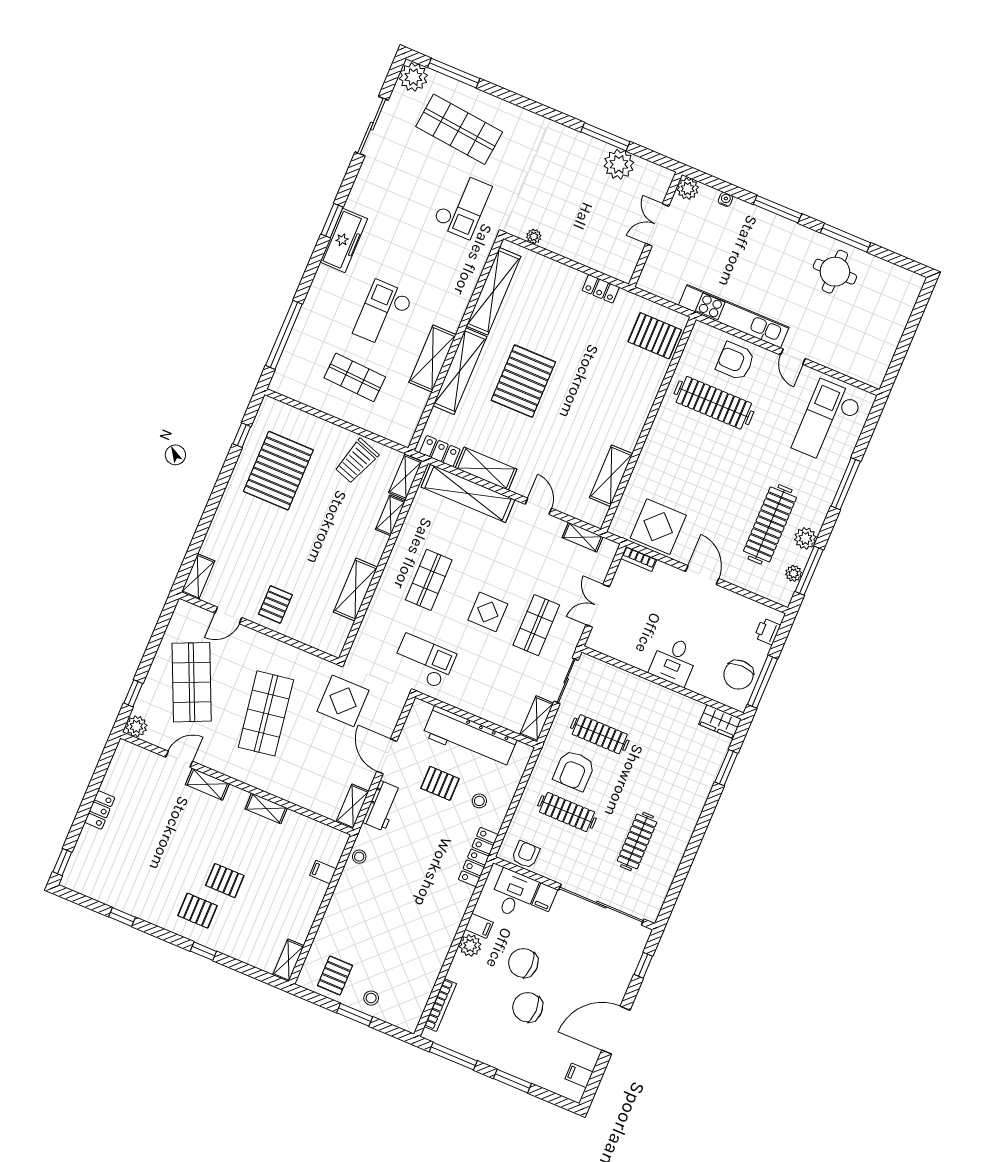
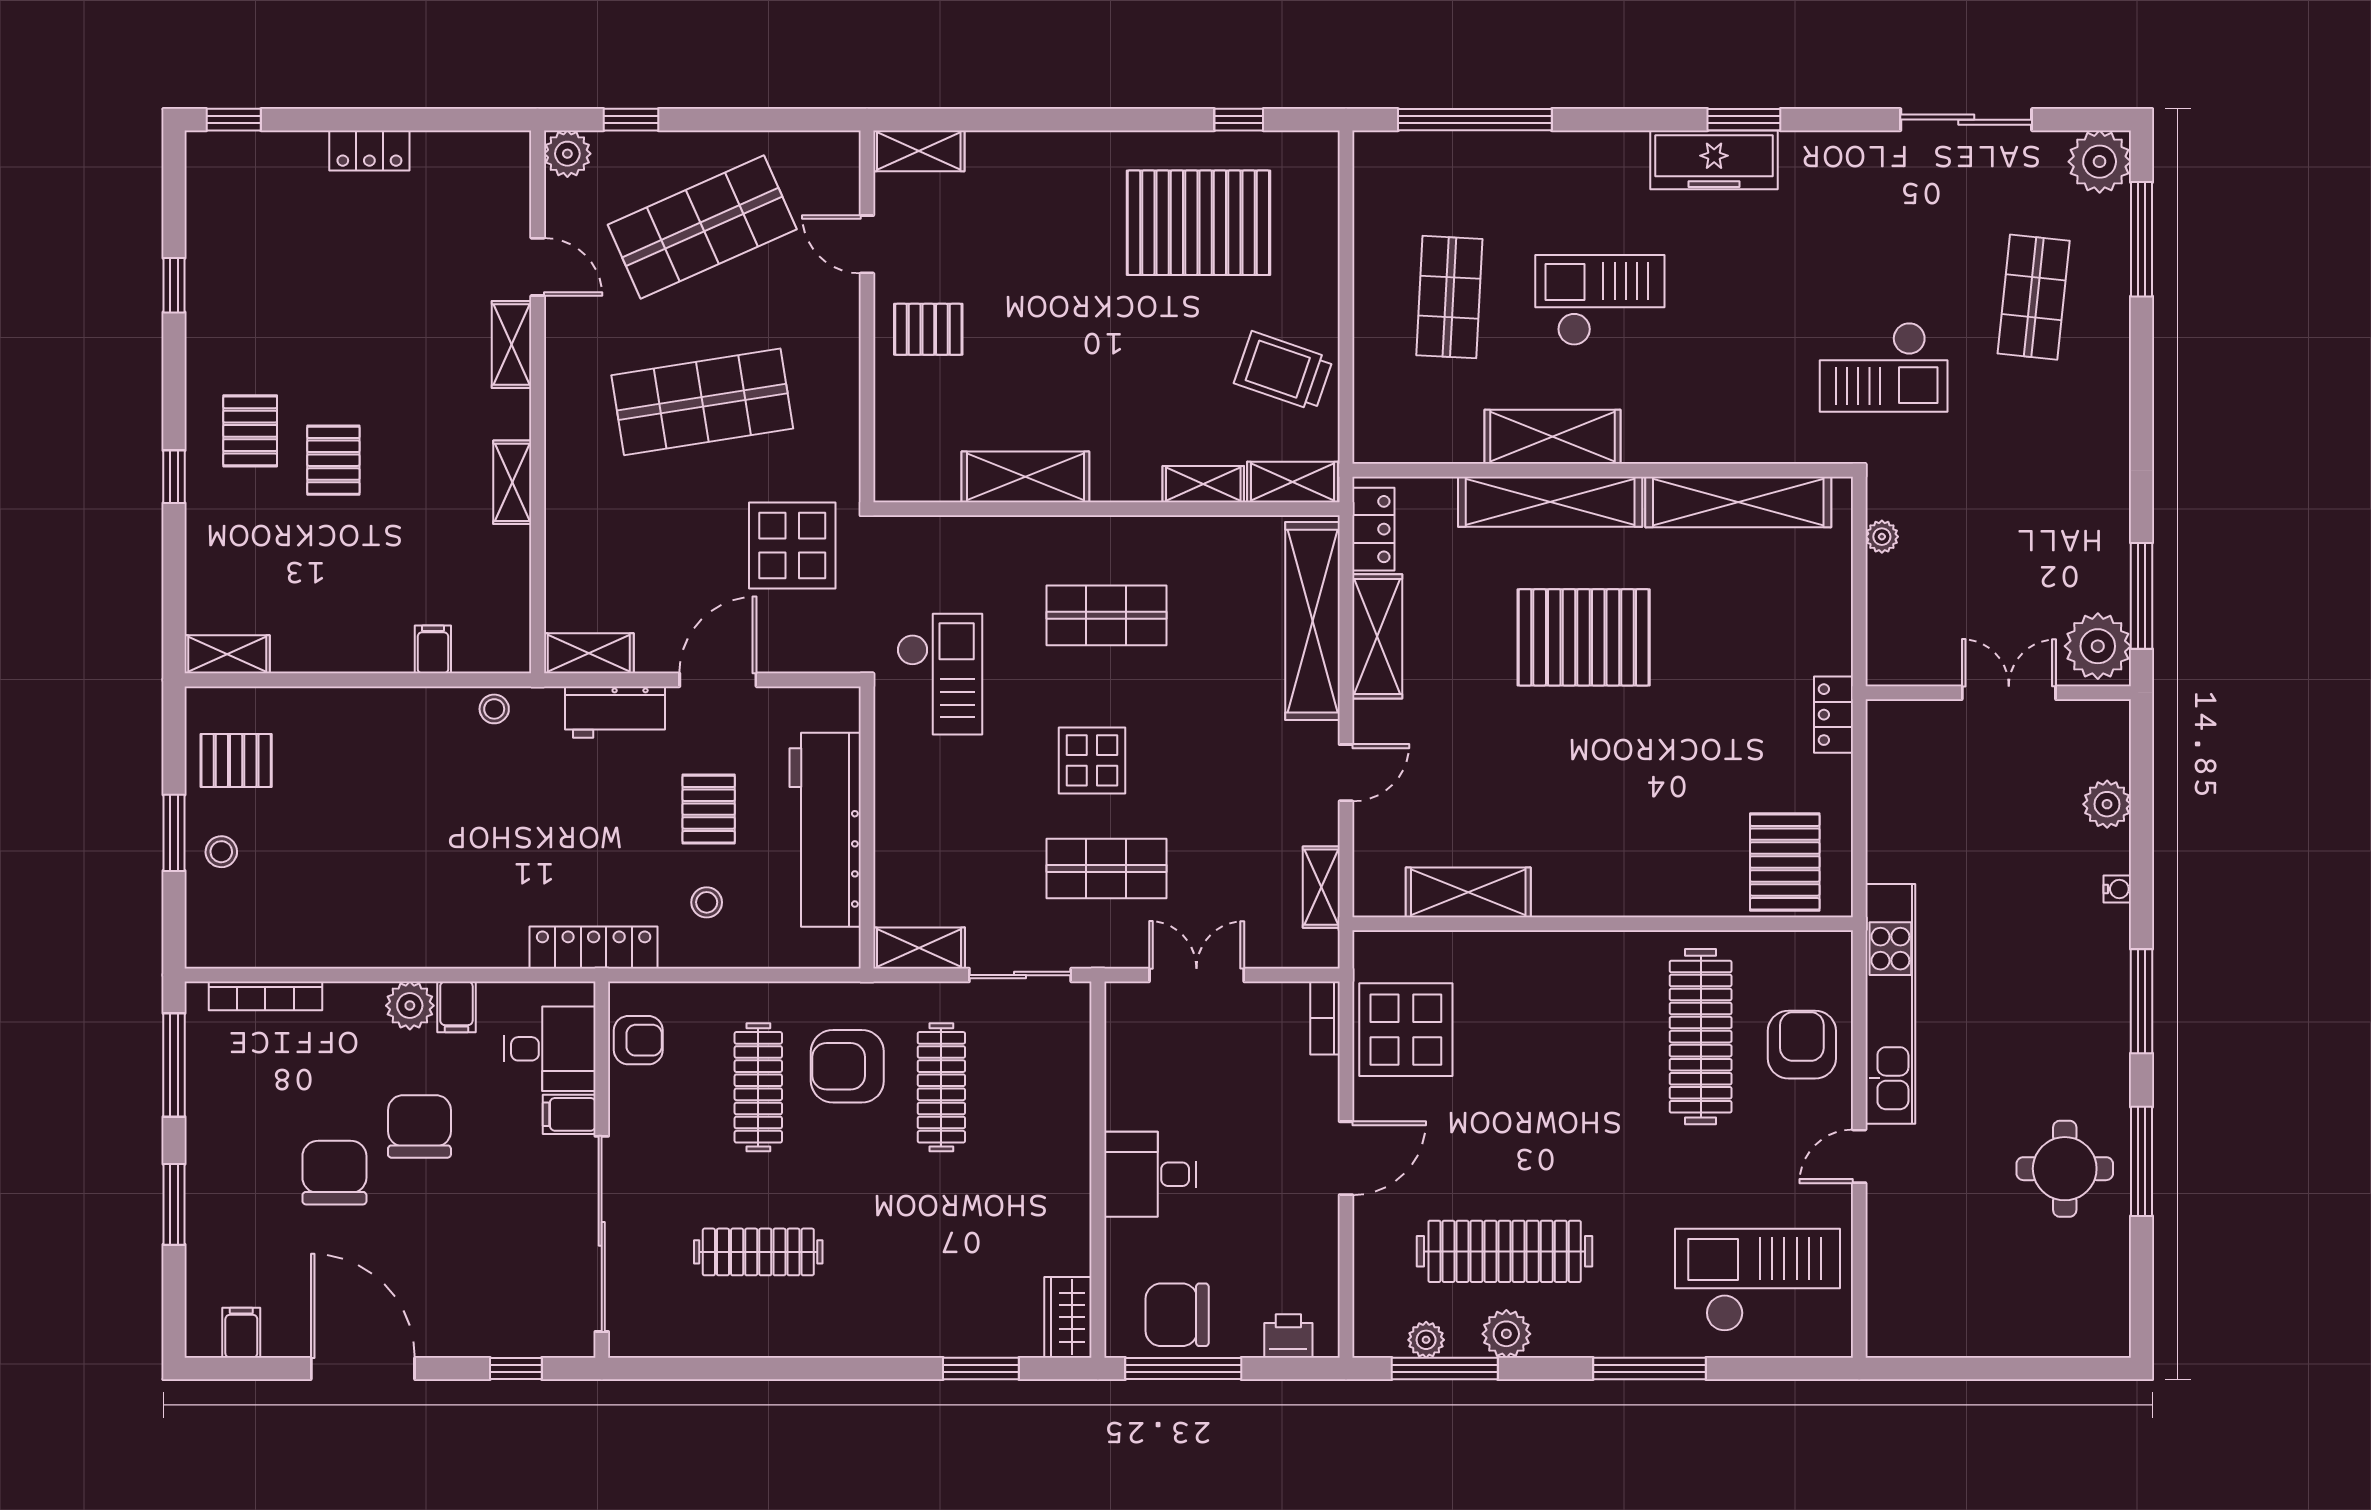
shop shelf: (459, 129) -> (2034, 297), width x0.70, depth x0.74
double door: (657, 225) -> (2009, 693), moved
wall: (655, 229) -> (1998, 693), moved

